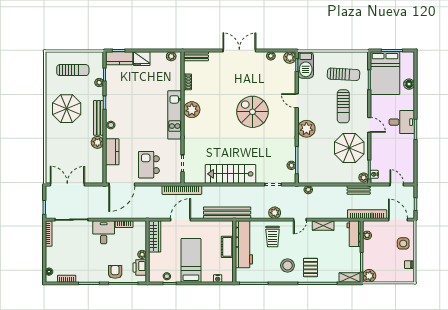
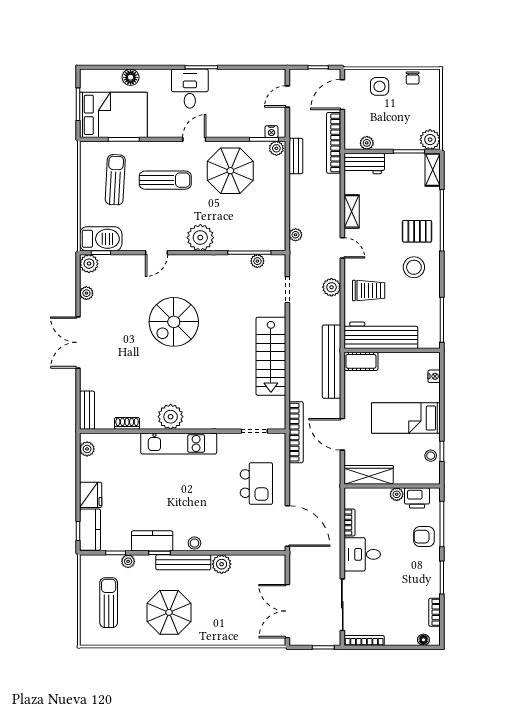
kitchen counter: (112, 152) -> (152, 541), moved
kitchen island: (149, 165) -> (256, 484), turned -90
cot: (227, 247) -> (361, 361), moved

